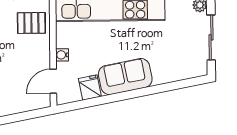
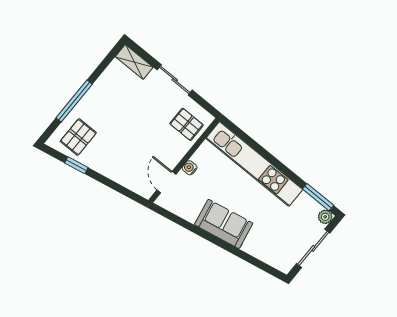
door: (53, 81) -> (166, 182), hinge flipped
fridge: (90, 88) -> (190, 210), removed

